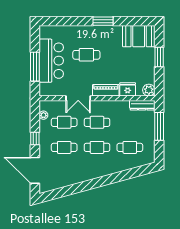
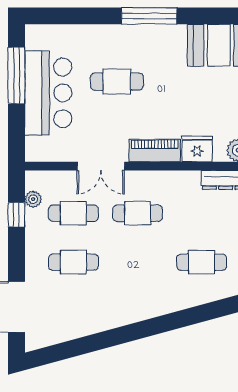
window: (103, 21) -> (149, 16), width x1.44
window: (35, 67) -> (16, 75), moved
window: (35, 138) -> (16, 215), moved
cafe table: (97, 147) -> (137, 262), removed

